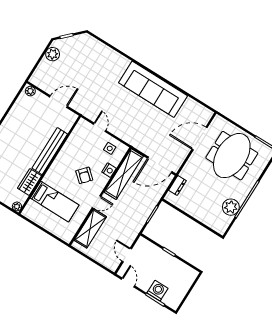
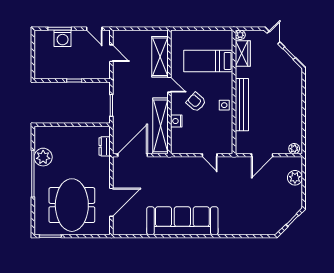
plant: (53, 54) -> (295, 178), moved
side table: (110, 148) -> (224, 105), moved
wardrobe: (29, 182) -> (243, 54), moved
door: (97, 202) -> (169, 85), swing flipped

